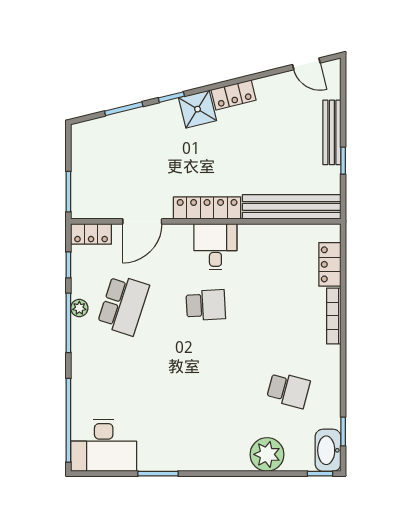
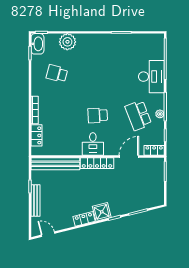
school desk: (123, 305) -> (138, 115), turned -39
desk: (104, 445) -> (151, 77), moved, turned 90

